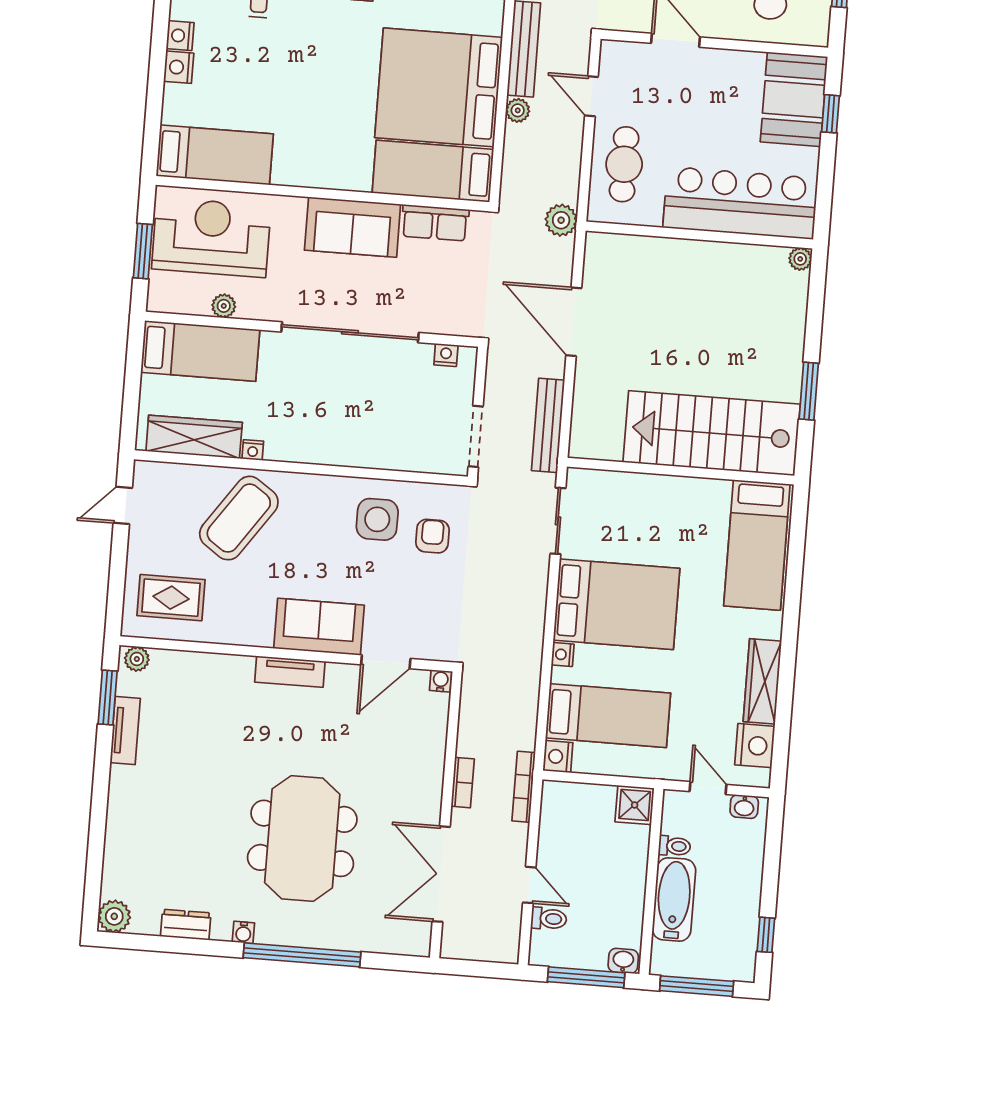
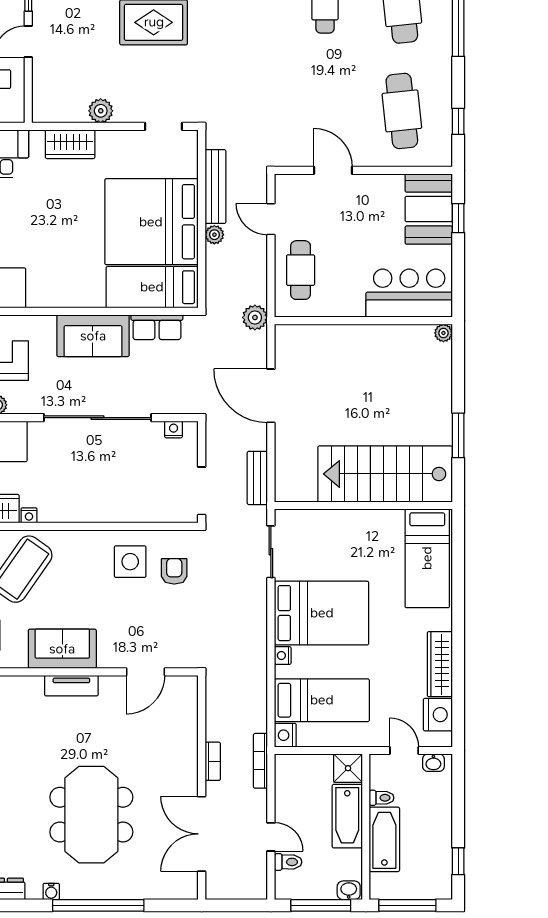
bar counter: (740, 203) -> (409, 293), width x0.73
bench: (548, 425) -> (257, 478), width x0.73
sofa: (319, 627) -> (62, 649), moved
water cooler: (441, 681) -> (189, 684), removed
bathtub: (629, 866) -> (347, 816), added

